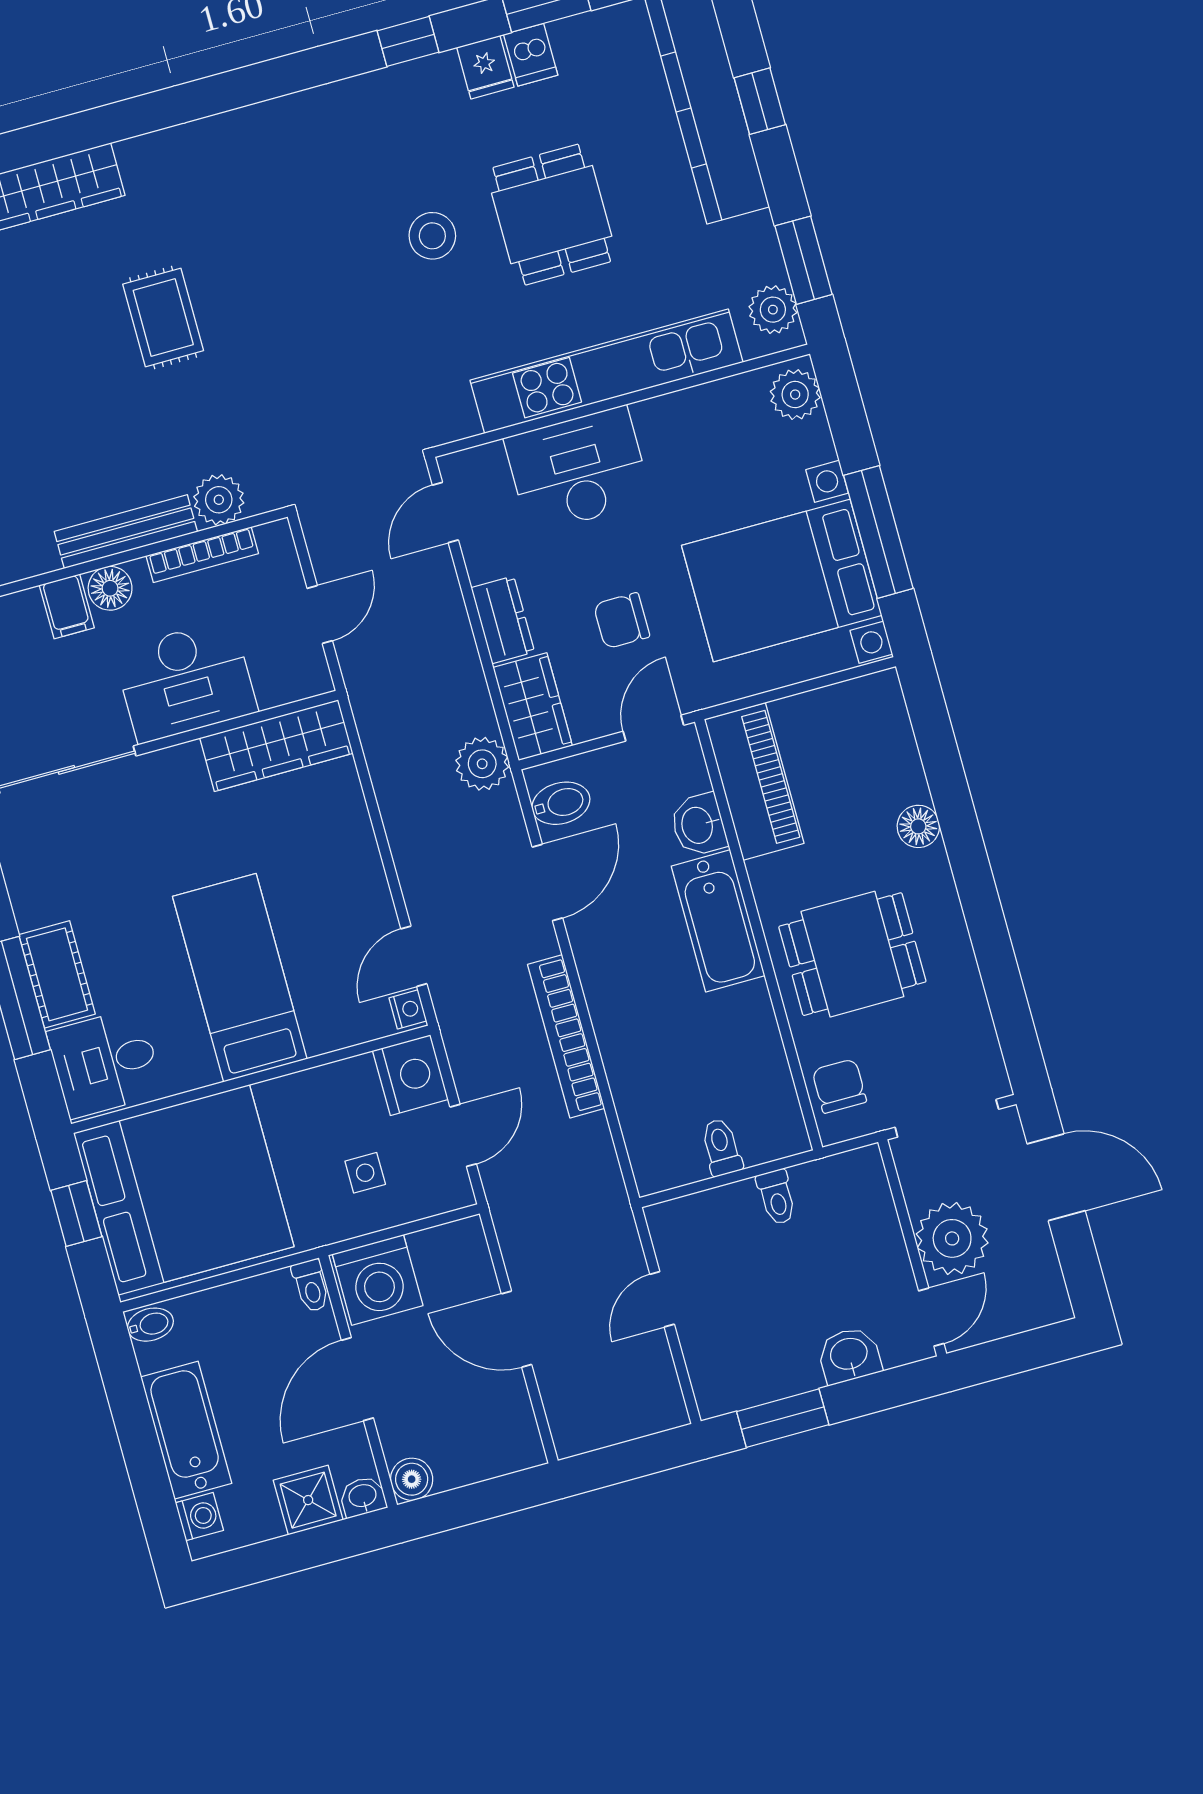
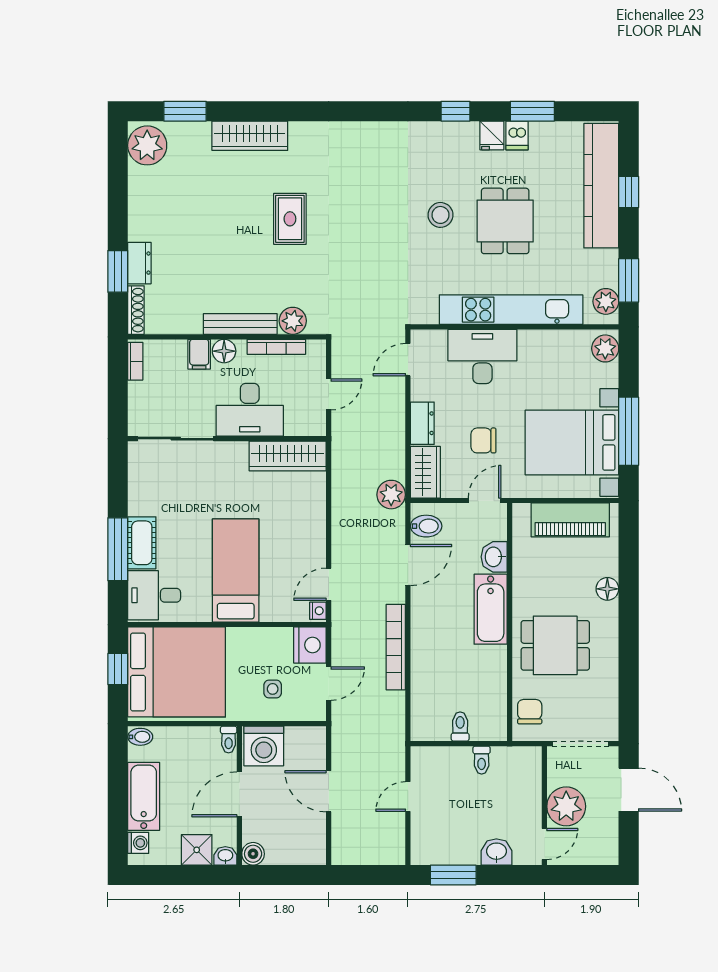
piano: (754, 781) -> (570, 520), moved, turned 90

